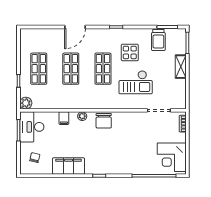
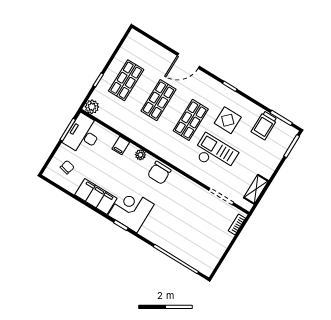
shelving: (181, 67) -> (256, 189), moved
checkout: (136, 82) -> (215, 154), turned 180
corner desk: (172, 157) -> (131, 210), moved, turned 90

